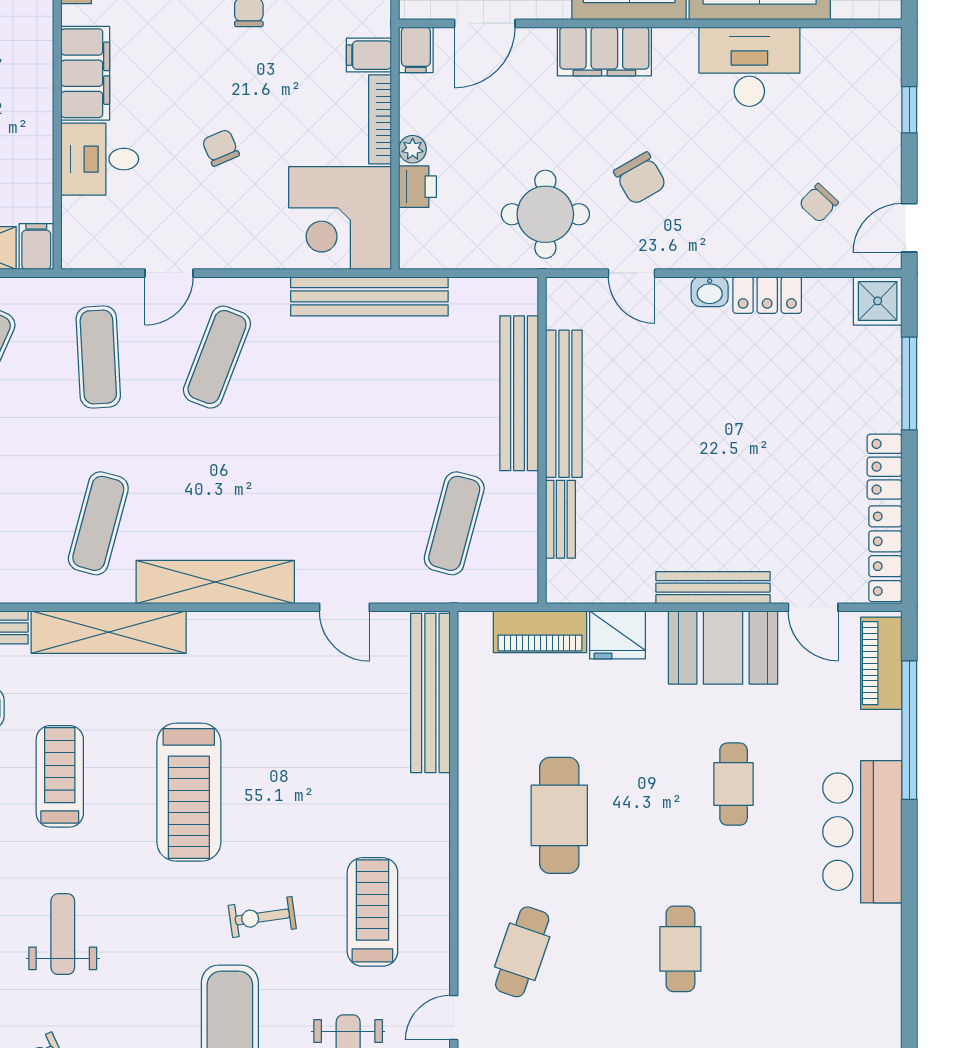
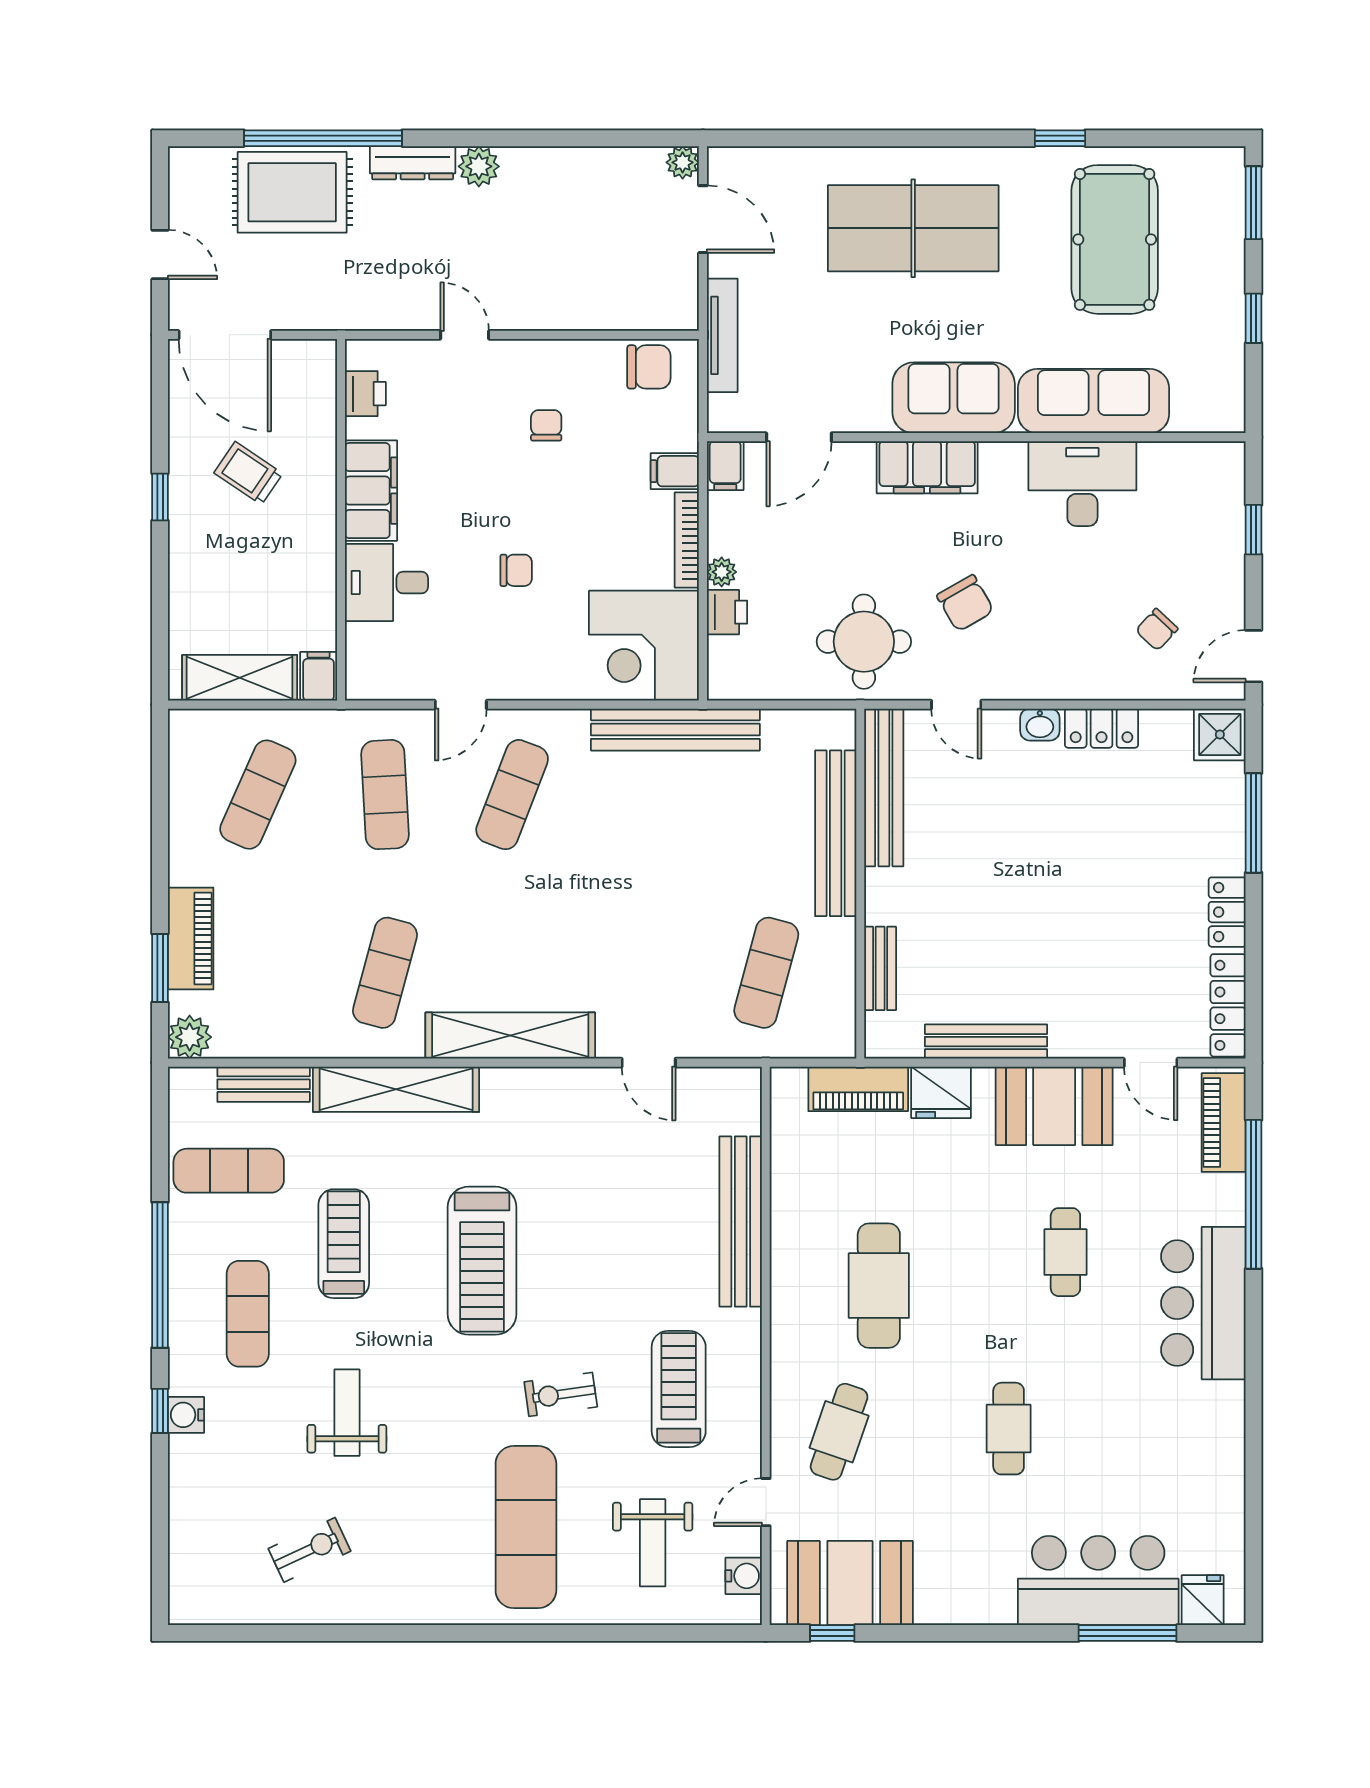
chair: (221, 148) -> (516, 570), turned 113
bench: (564, 404) -> (884, 787), moved
bench: (713, 588) -> (986, 1042), moved
bench: (430, 693) -> (741, 1221), moved

